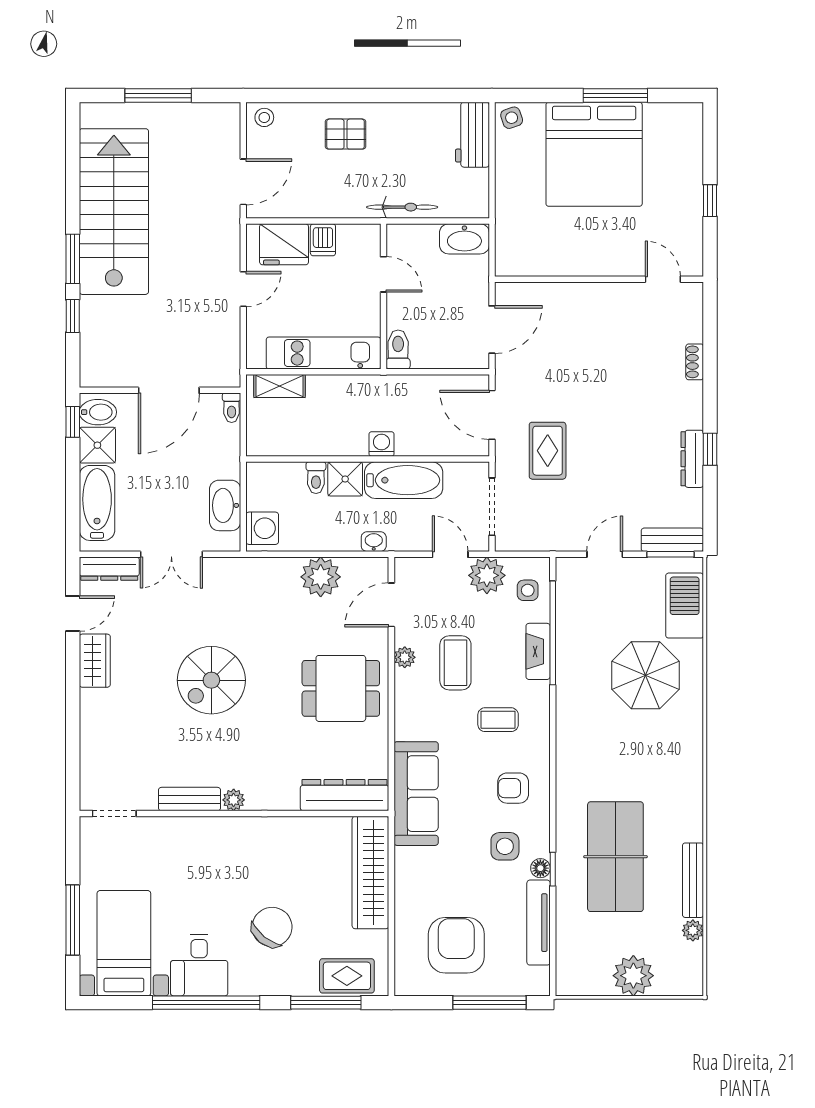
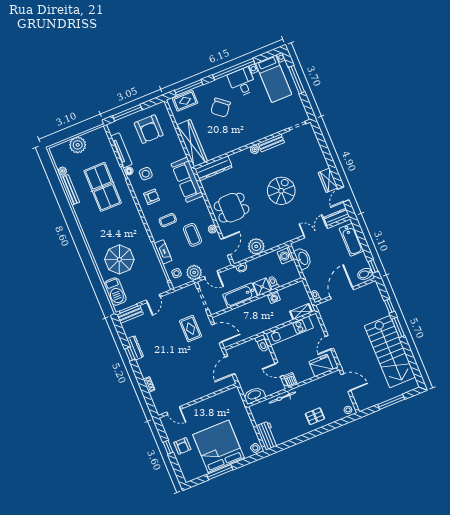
door: (243, 182) -> (346, 383), swing flipped
armchair: (676, 190) -> (182, 446), added
dishwasher: (323, 240) -> (290, 380), moved
washing machine: (382, 444) -> (274, 297), moved
shower: (97, 445) -> (360, 261), removed

